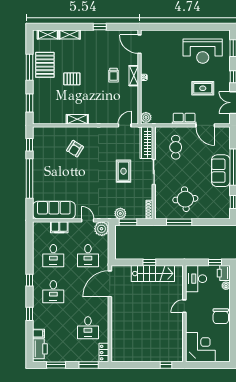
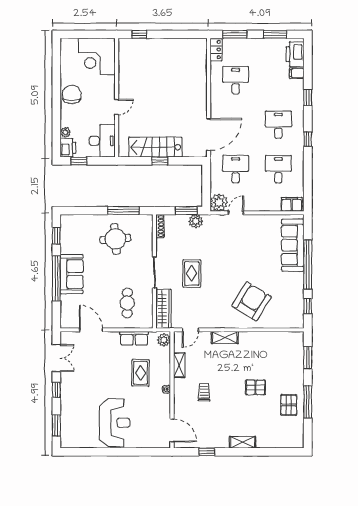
window: (100, 27) -> (207, 452), moved
shelving: (48, 34) -> (285, 442), removed
shelving: (70, 35) -> (242, 442), moved
reception desk: (203, 51) -> (115, 423), moved, turned 90
pallet: (45, 65) -> (289, 405), width x0.67, depth x0.71
shelving: (134, 76) -> (179, 365), moved
rug: (203, 88) -> (140, 373), moved, turned 90
shelving: (77, 119) -> (225, 337), moved
row of seats: (184, 119) -> (134, 338), moved
armchair: (75, 149) -> (252, 301), width x1.88, depth x1.88
sofa: (54, 210) -> (293, 245), moved, turned 90
door: (88, 220) -> (236, 213), swing flipped
filing cabinet: (59, 227) -> (292, 204), moved

